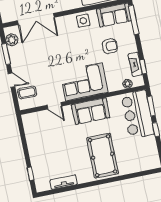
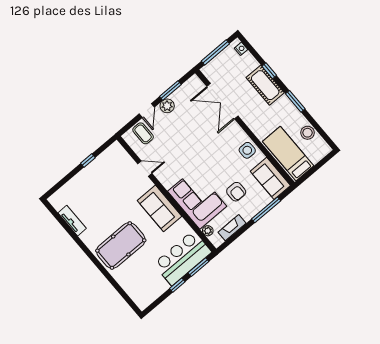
window: (134, 20) -> (266, 210), moved
plant: (12, 40) -> (167, 106), moved
window: (143, 67) -> (234, 237), removed
corner sofa: (84, 82) -> (197, 199), moved
door: (54, 106) -> (145, 169), swing flipped
window: (31, 174) -> (88, 161), moved

